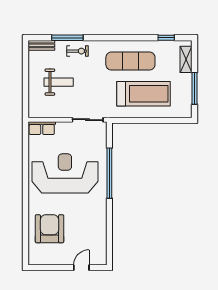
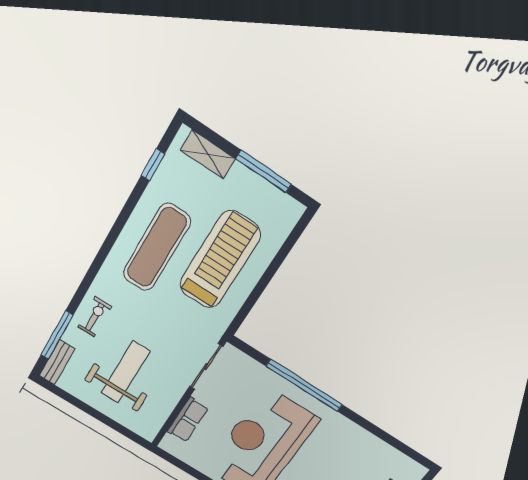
window: (67, 38) -> (57, 335), moved
weight bench: (59, 82) -> (126, 372), width x1.36, depth x1.33
row of seats: (42, 128) -> (188, 420), moved

